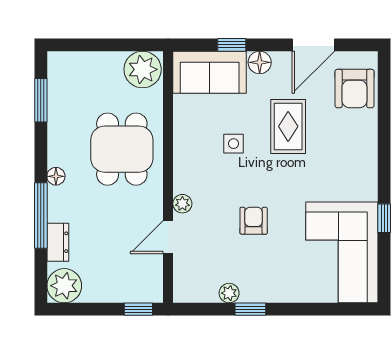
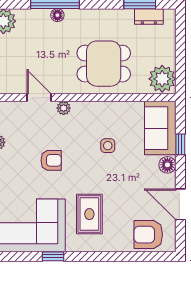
rug: (288, 126) -> (89, 214), moved, turned 90
floor lamp: (56, 176) -> (57, 15), moved
dresser: (58, 242) -> (149, 17), moved

